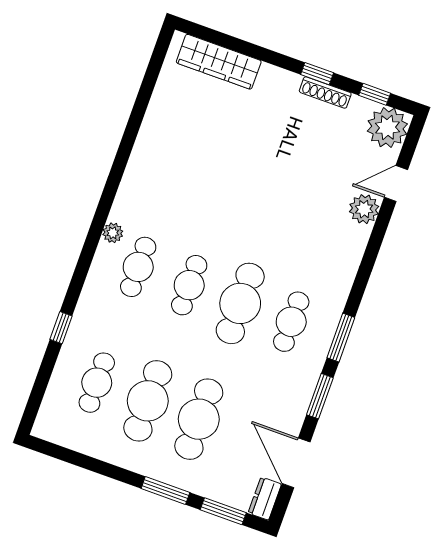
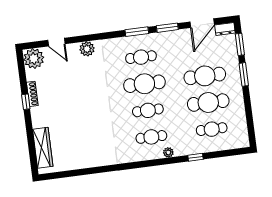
window: (375, 94) -> (22, 72), removed
plant: (364, 209) -> (87, 49), moved
plant: (113, 233) -> (168, 152), moved

